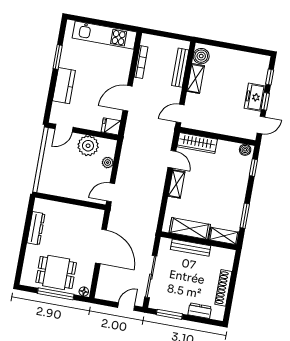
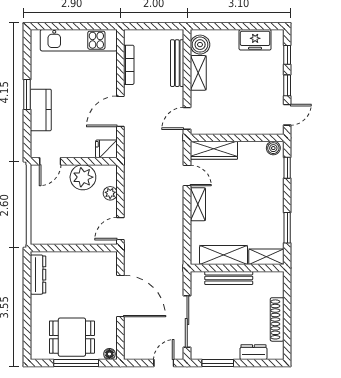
window: (58, 57) -> (27, 95), moved
freezer: (255, 97) -> (255, 40), moved, turned -90
dresser: (36, 228) -> (38, 275), moved

